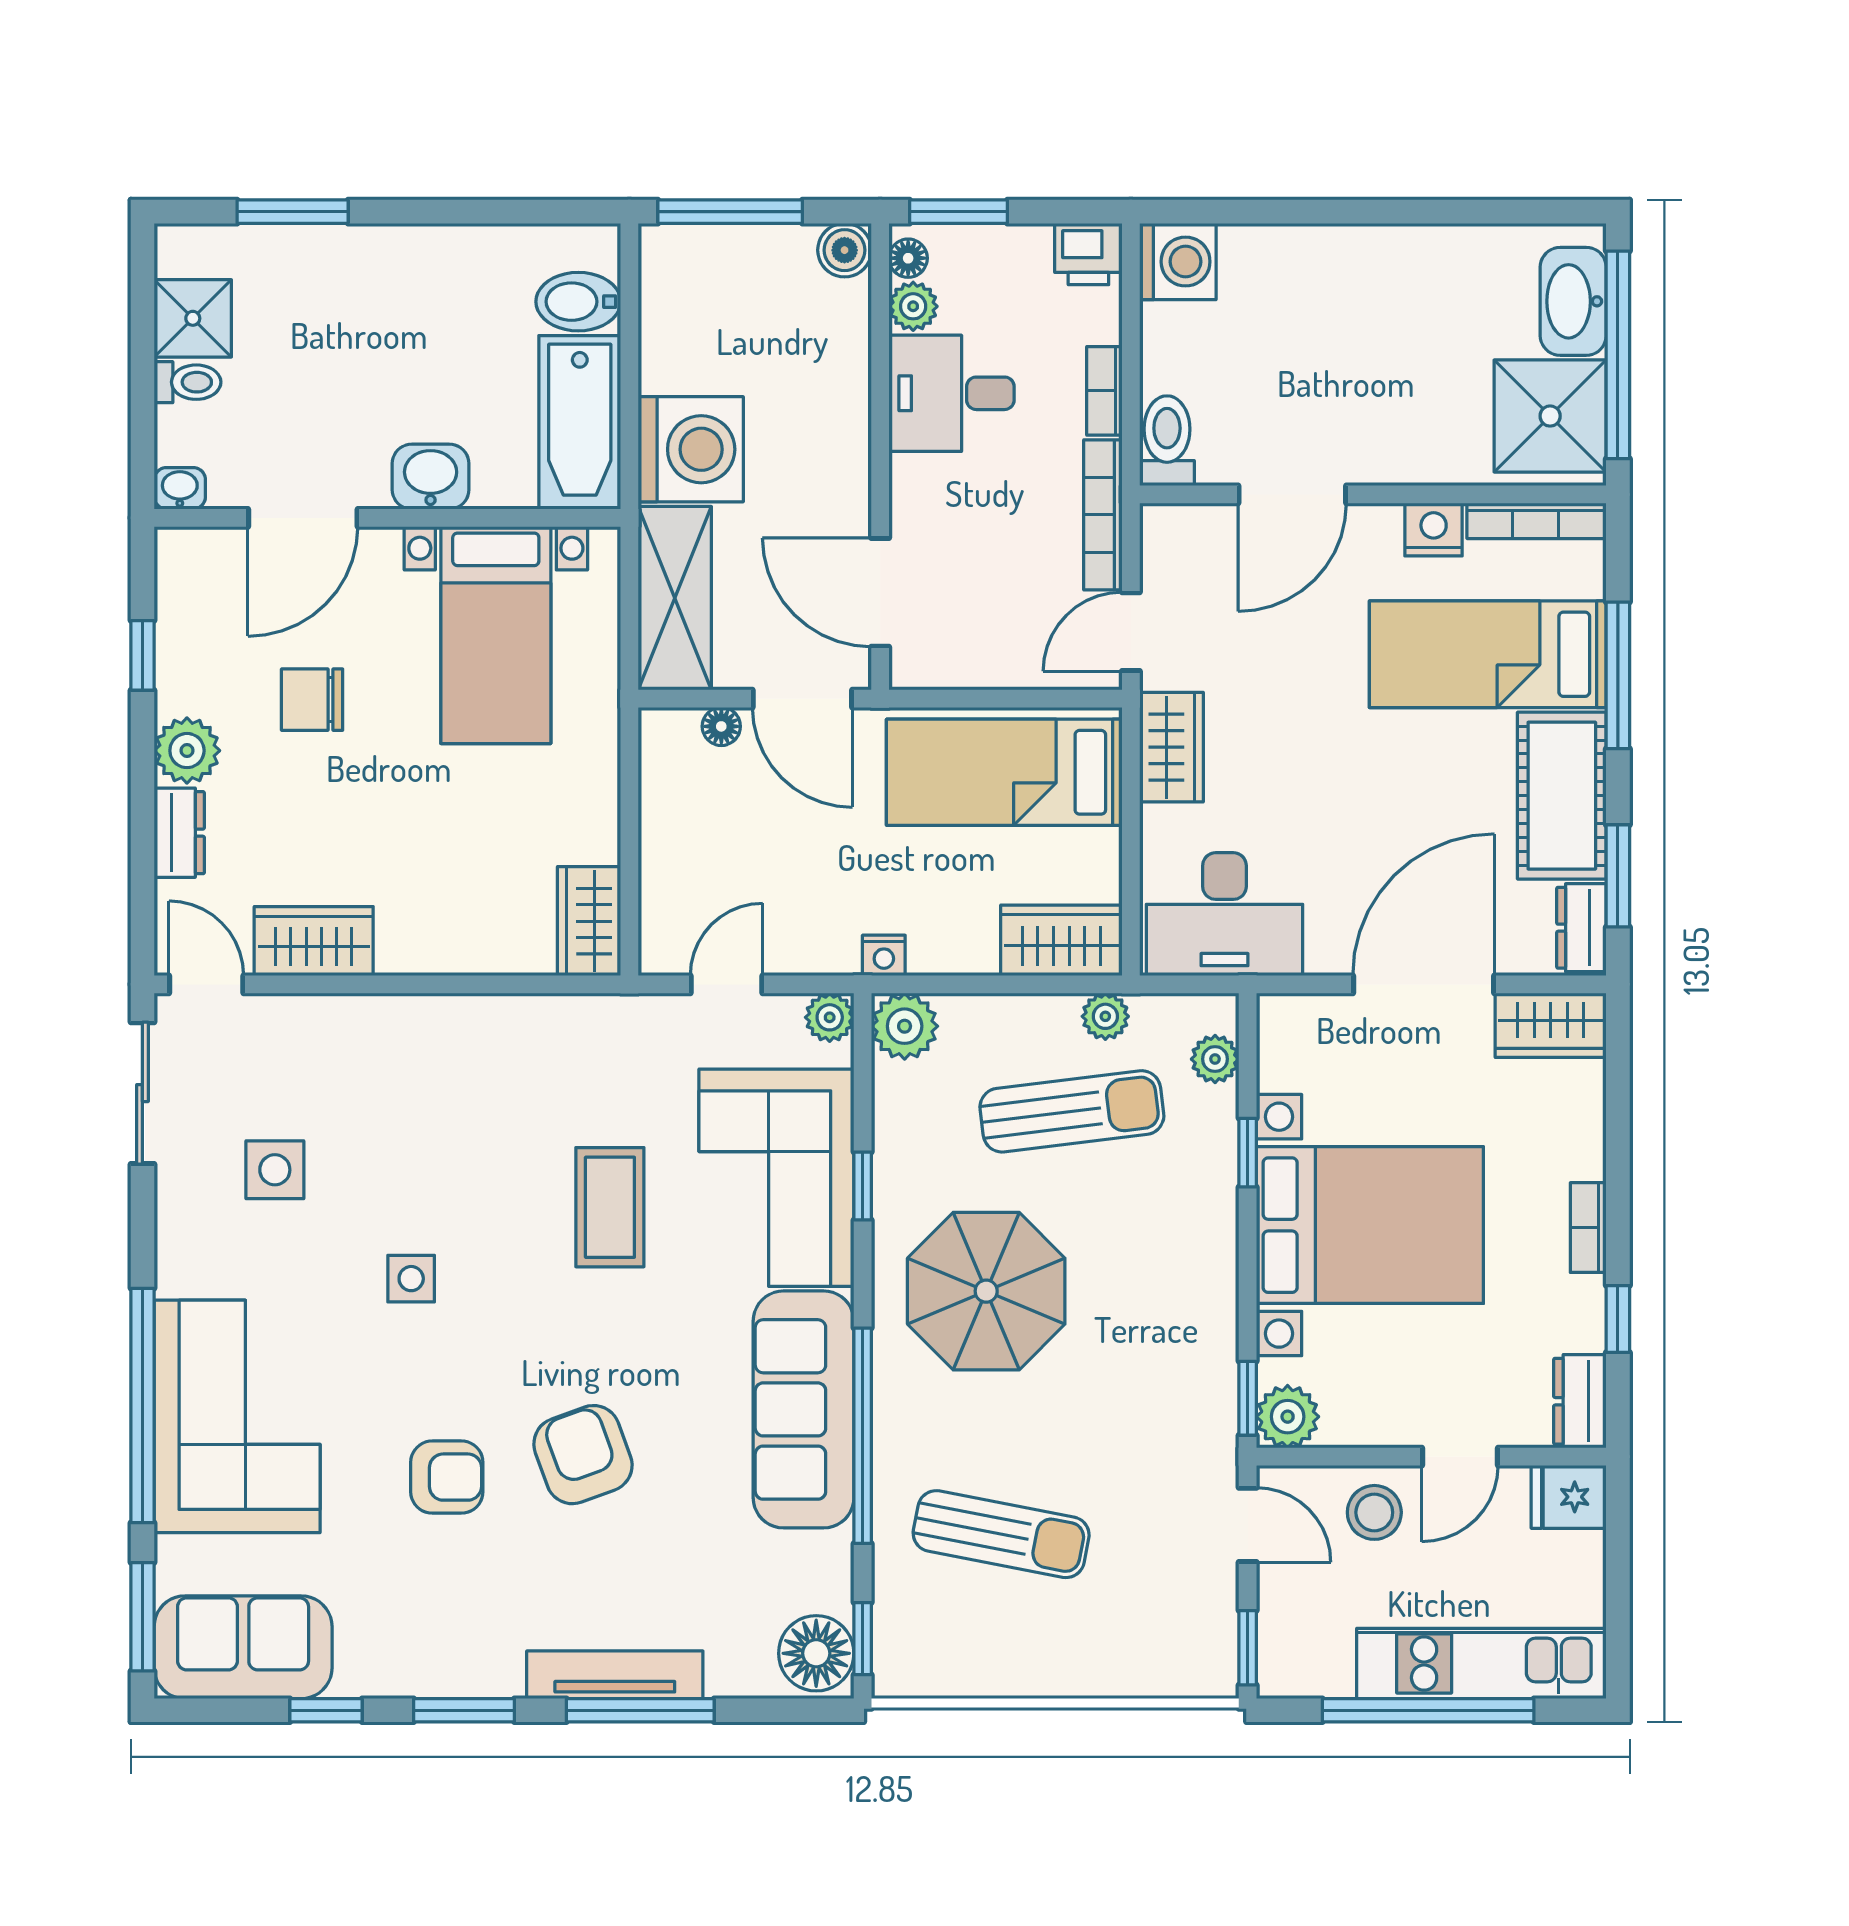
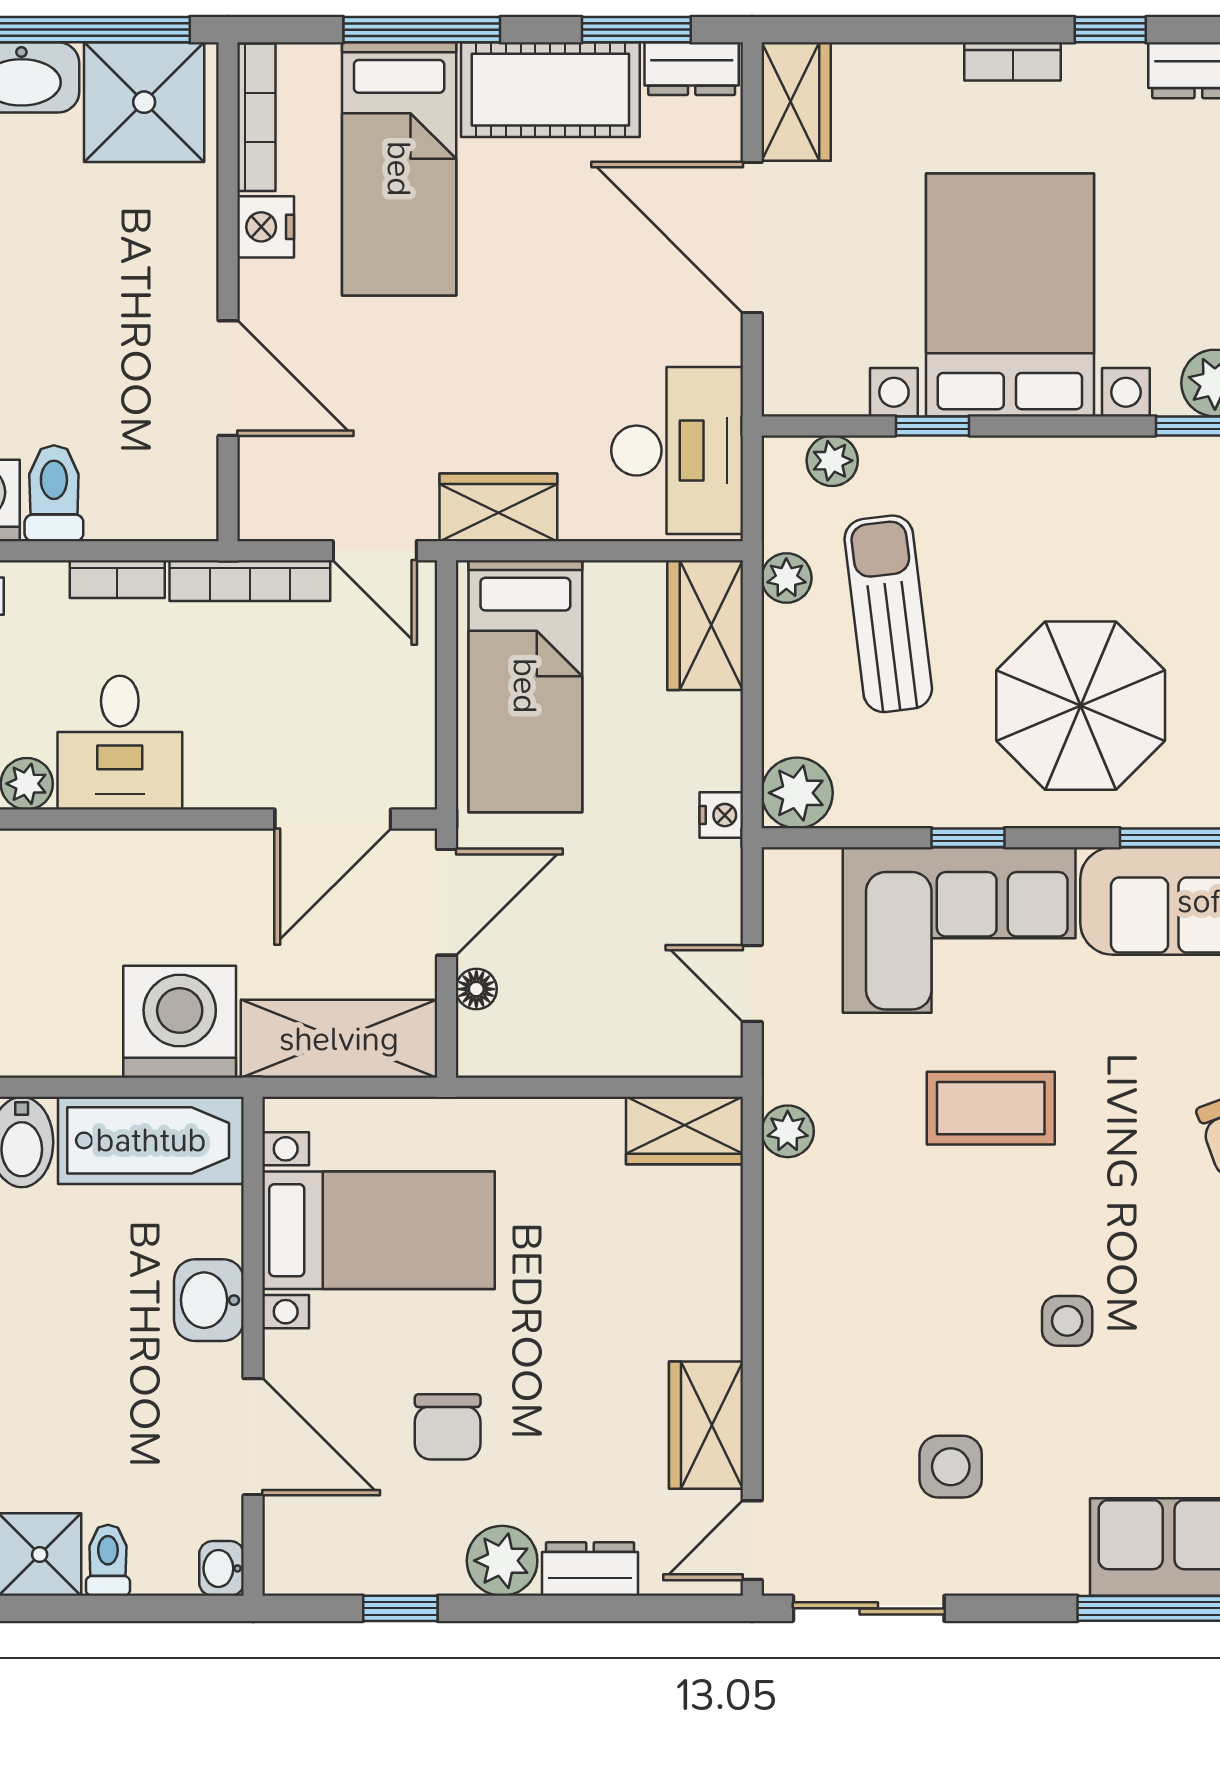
toilet: (1167, 441) -> (54, 493), moved, turned 90
plant: (830, 1017) -> (788, 1131), moved

